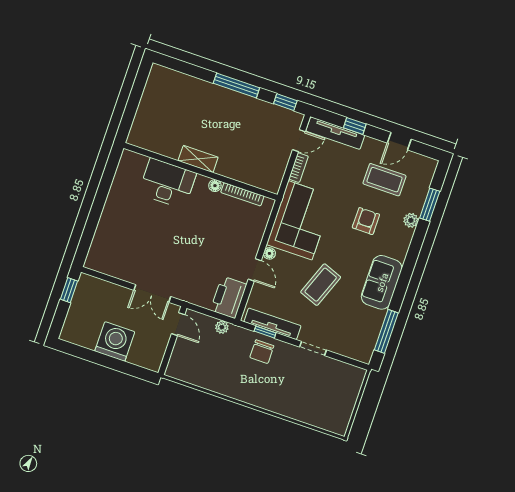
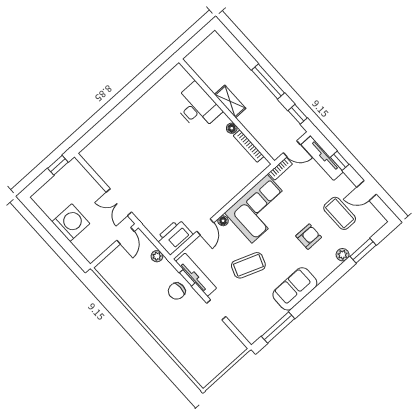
shelving: (198, 159) -> (230, 101), moved
wall: (200, 171) -> (227, 112), moved
desk: (167, 183) -> (197, 107), moved
floor lamp: (215, 186) -> (232, 128), moved
bookcase: (242, 194) -> (249, 146), moved

